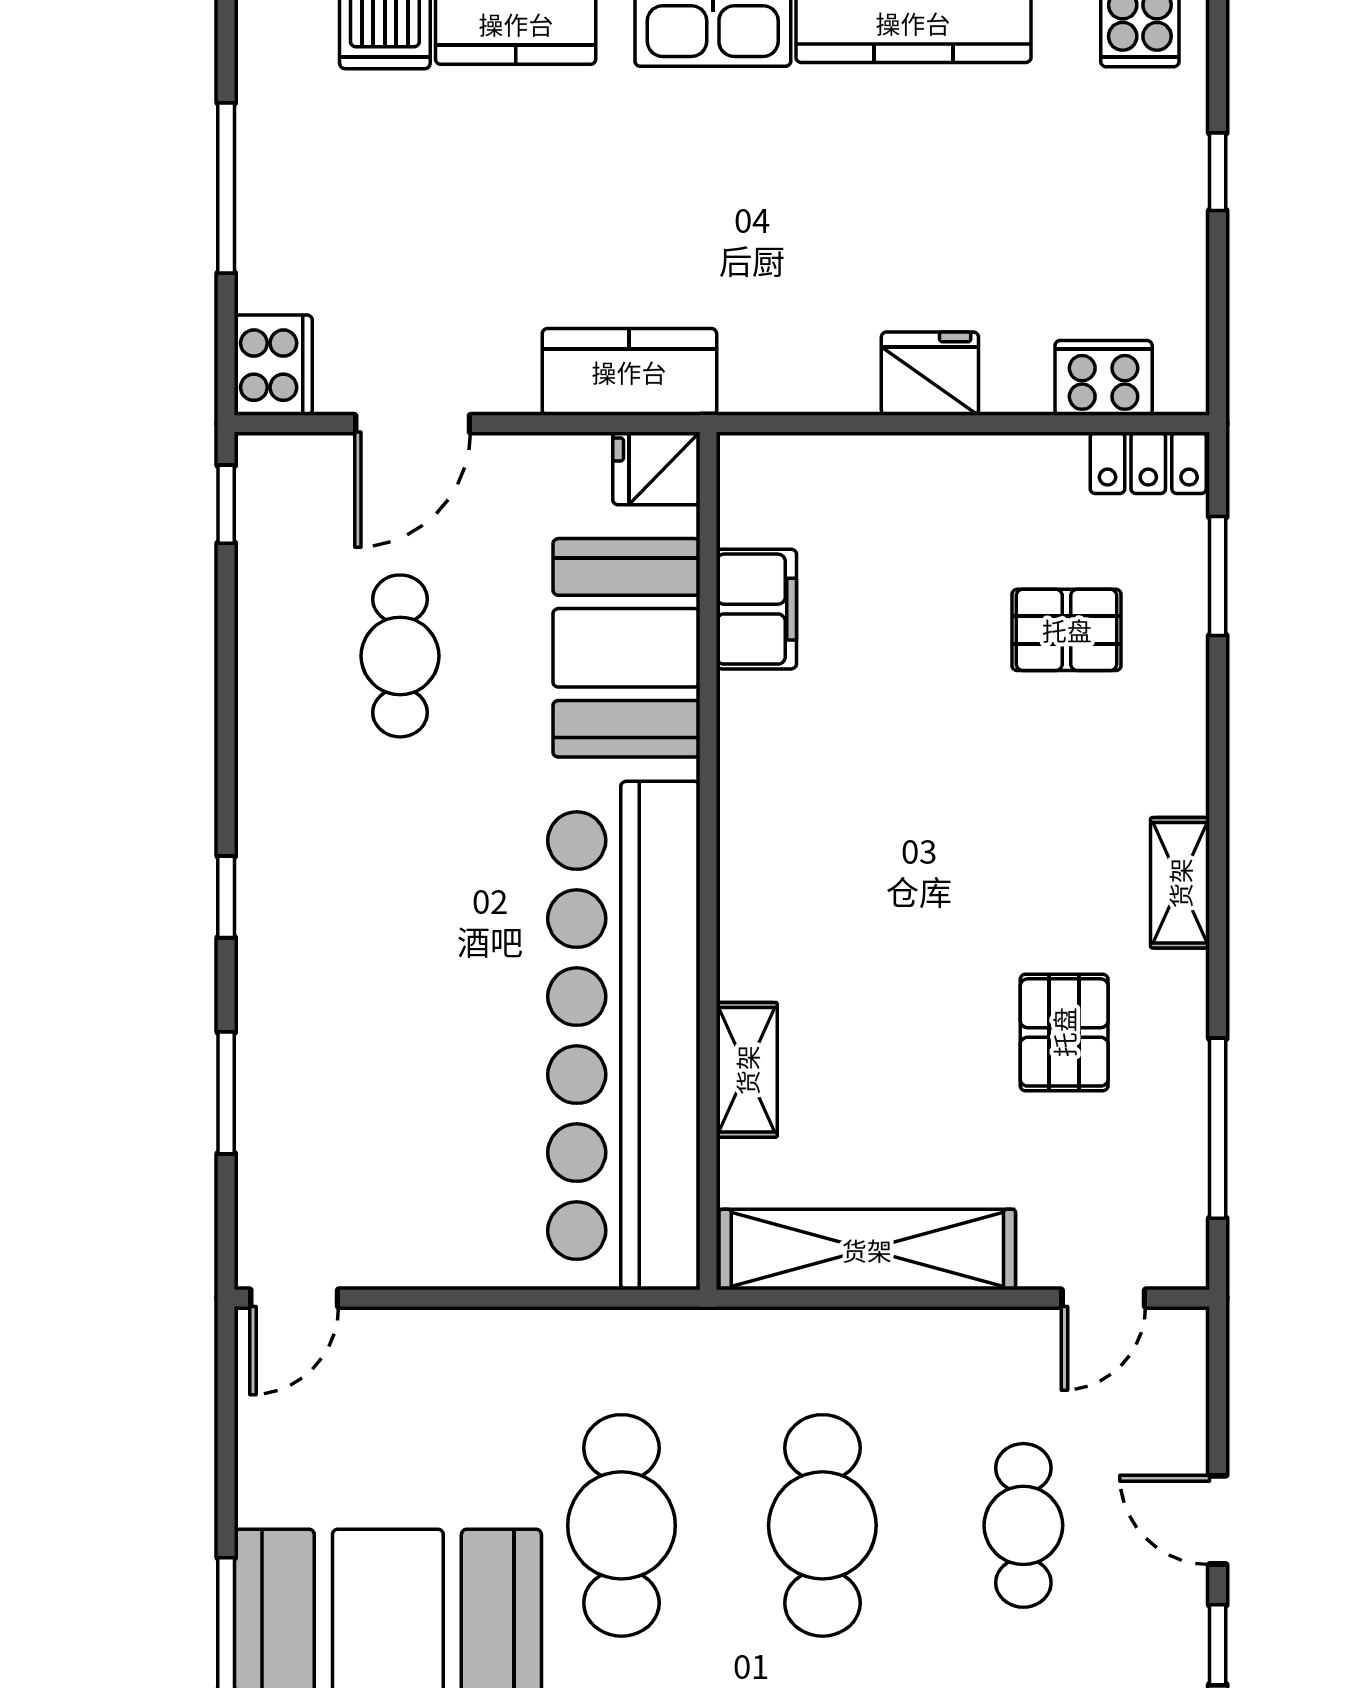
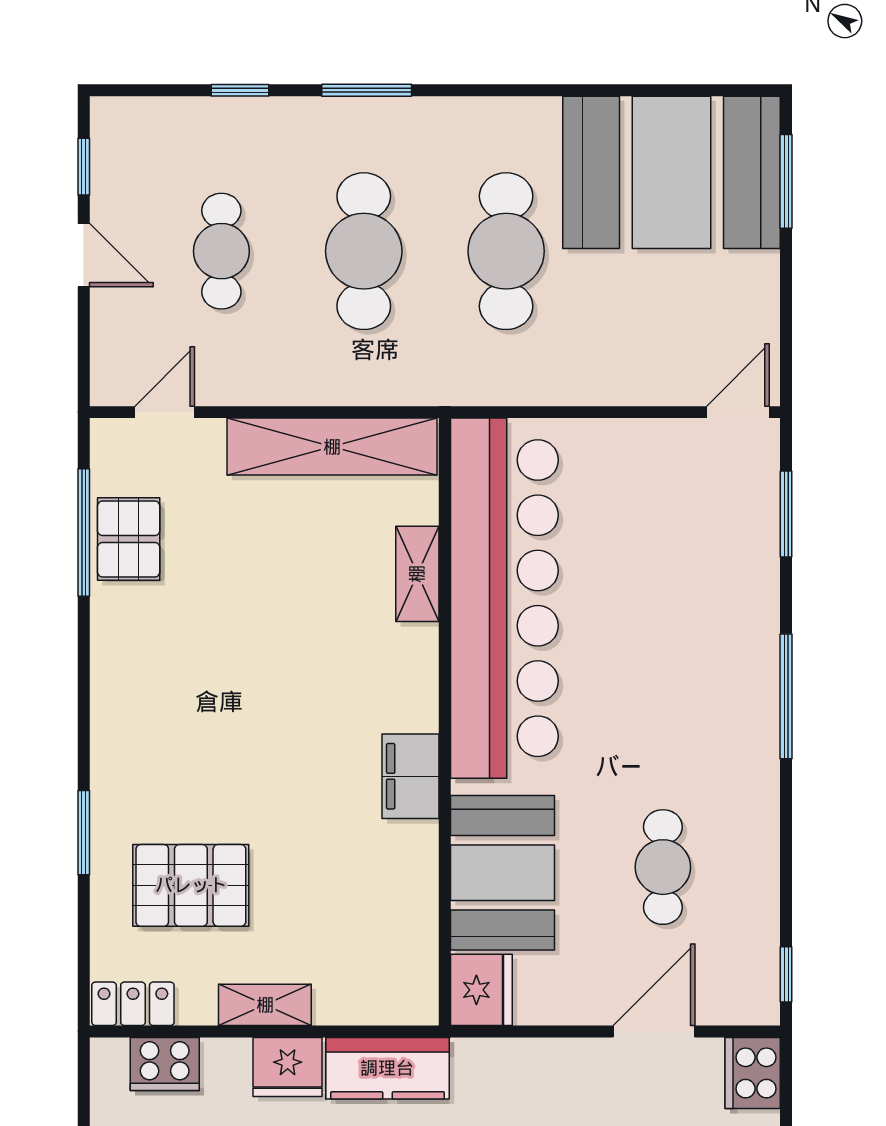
kitchen counter: (629, 372) -> (387, 1068), moved
fridge: (656, 468) -> (481, 990), width x1.38
window: (1218, 576) -> (84, 833), moved
filing cabinet: (756, 609) -> (411, 776), moved
pallet: (1067, 630) -> (191, 885), width x1.50, depth x1.42
shelving: (1180, 883) -> (265, 1005), moved, turned 90
window: (226, 897) -> (786, 696), width x2.17
pallet: (1064, 1032) -> (129, 539), moved
window: (226, 1093) -> (786, 514), moved

